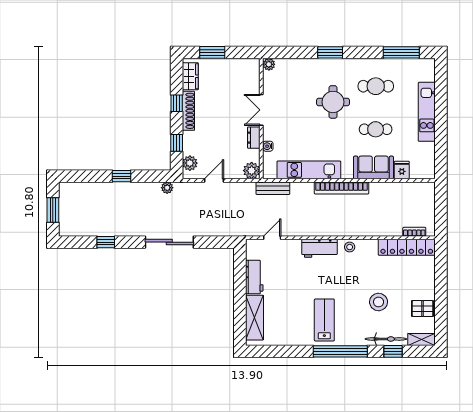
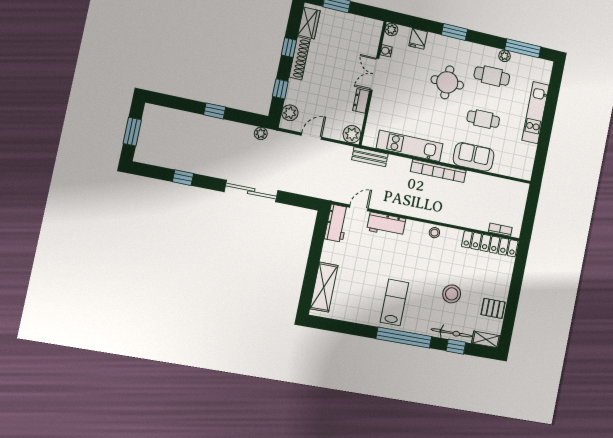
plant: (384, 64) -> (505, 56), added
water cooler: (268, 146) -> (386, 51), moved
fridge: (402, 170) -> (418, 39), moved, turned 180
workbench: (319, 248) -> (386, 225), moved
workbench: (254, 277) -> (337, 223), moved

